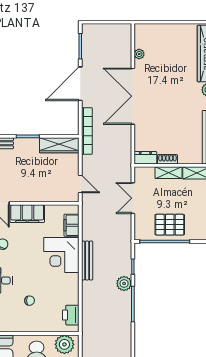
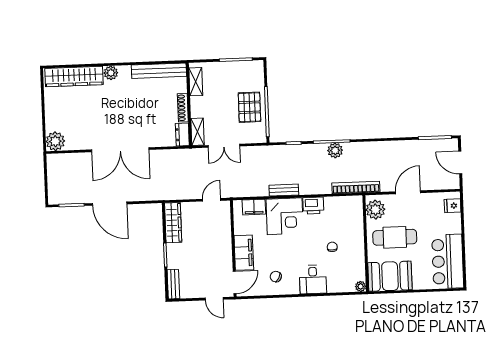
plant: (139, 54) -> (55, 141), moved, width x1.87, depth x1.87
bookcase: (87, 131) -> (356, 187), moved
shoe rack: (167, 159) -> (183, 108), width x1.43
shelving: (169, 173) -> (197, 132), moved
bench: (87, 261) -> (284, 190), width x0.73
plant: (124, 283) -> (335, 150), moved
printer: (71, 315) -> (313, 206), moved

